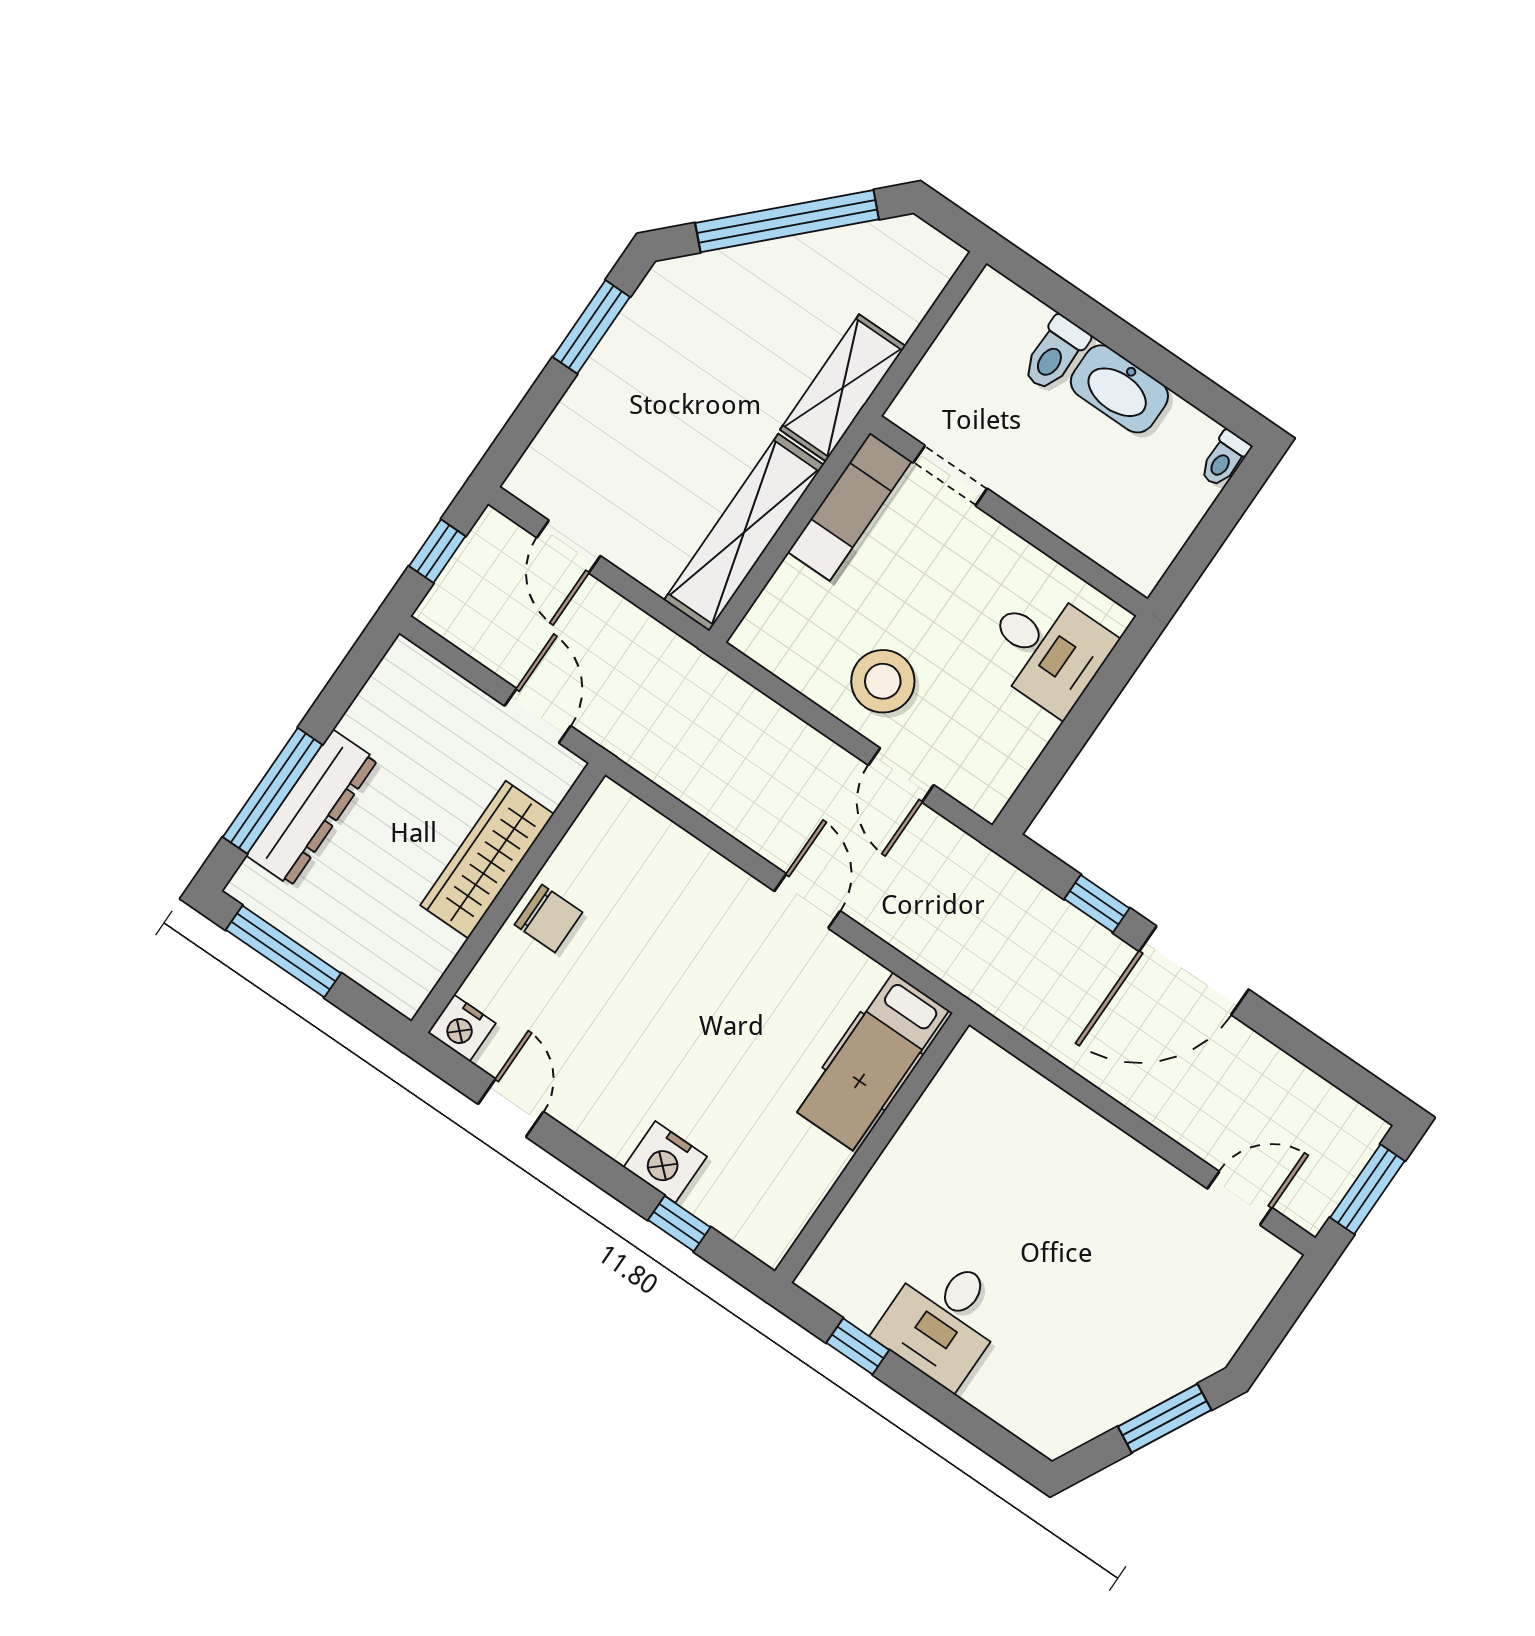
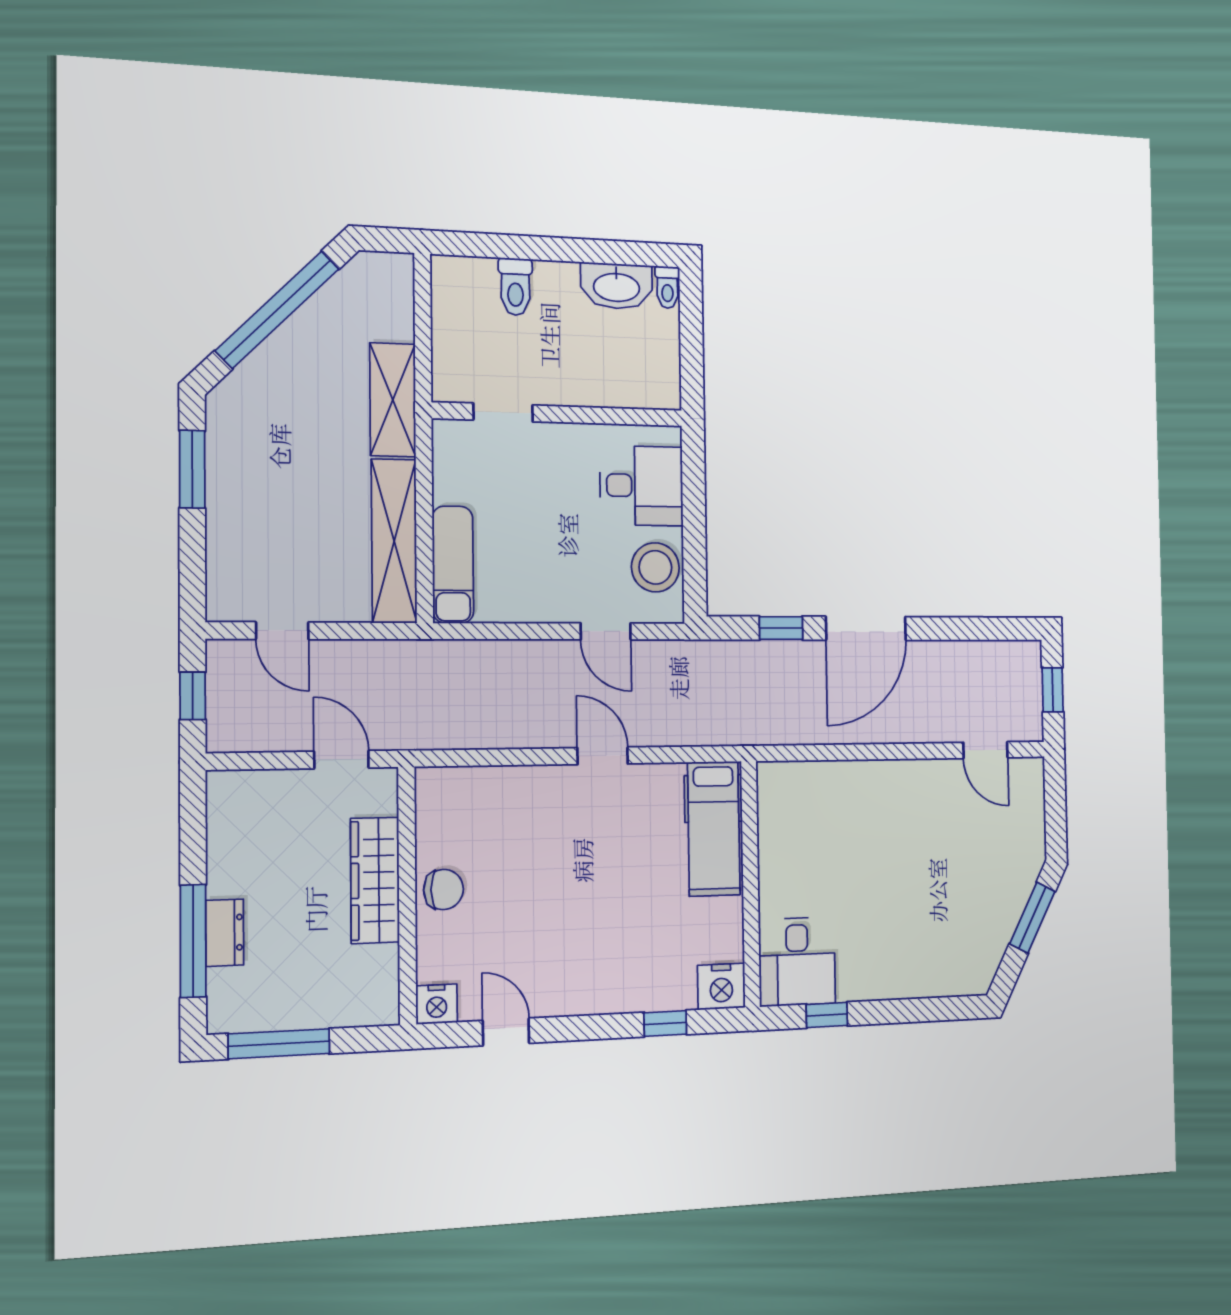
washbasin: (1119, 389) -> (616, 286), moved
exam couch: (850, 507) -> (453, 565), moved
stool: (883, 681) -> (655, 567), moved
dresser: (312, 808) -> (225, 933), width x0.51, depth x0.80
nightstand: (665, 1162) -> (721, 987), moved
window: (1367, 1189) -> (1053, 690), width x0.67
door: (1240, 1198) -> (985, 750), swing flipped
desk: (943, 1320) -> (797, 961), moved

